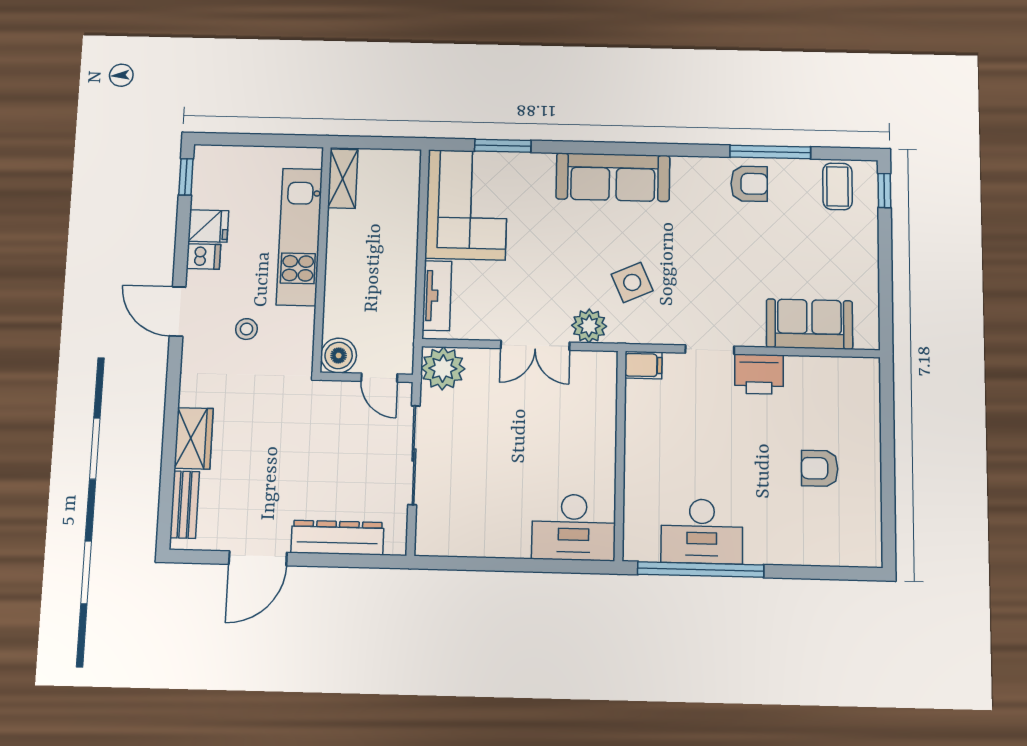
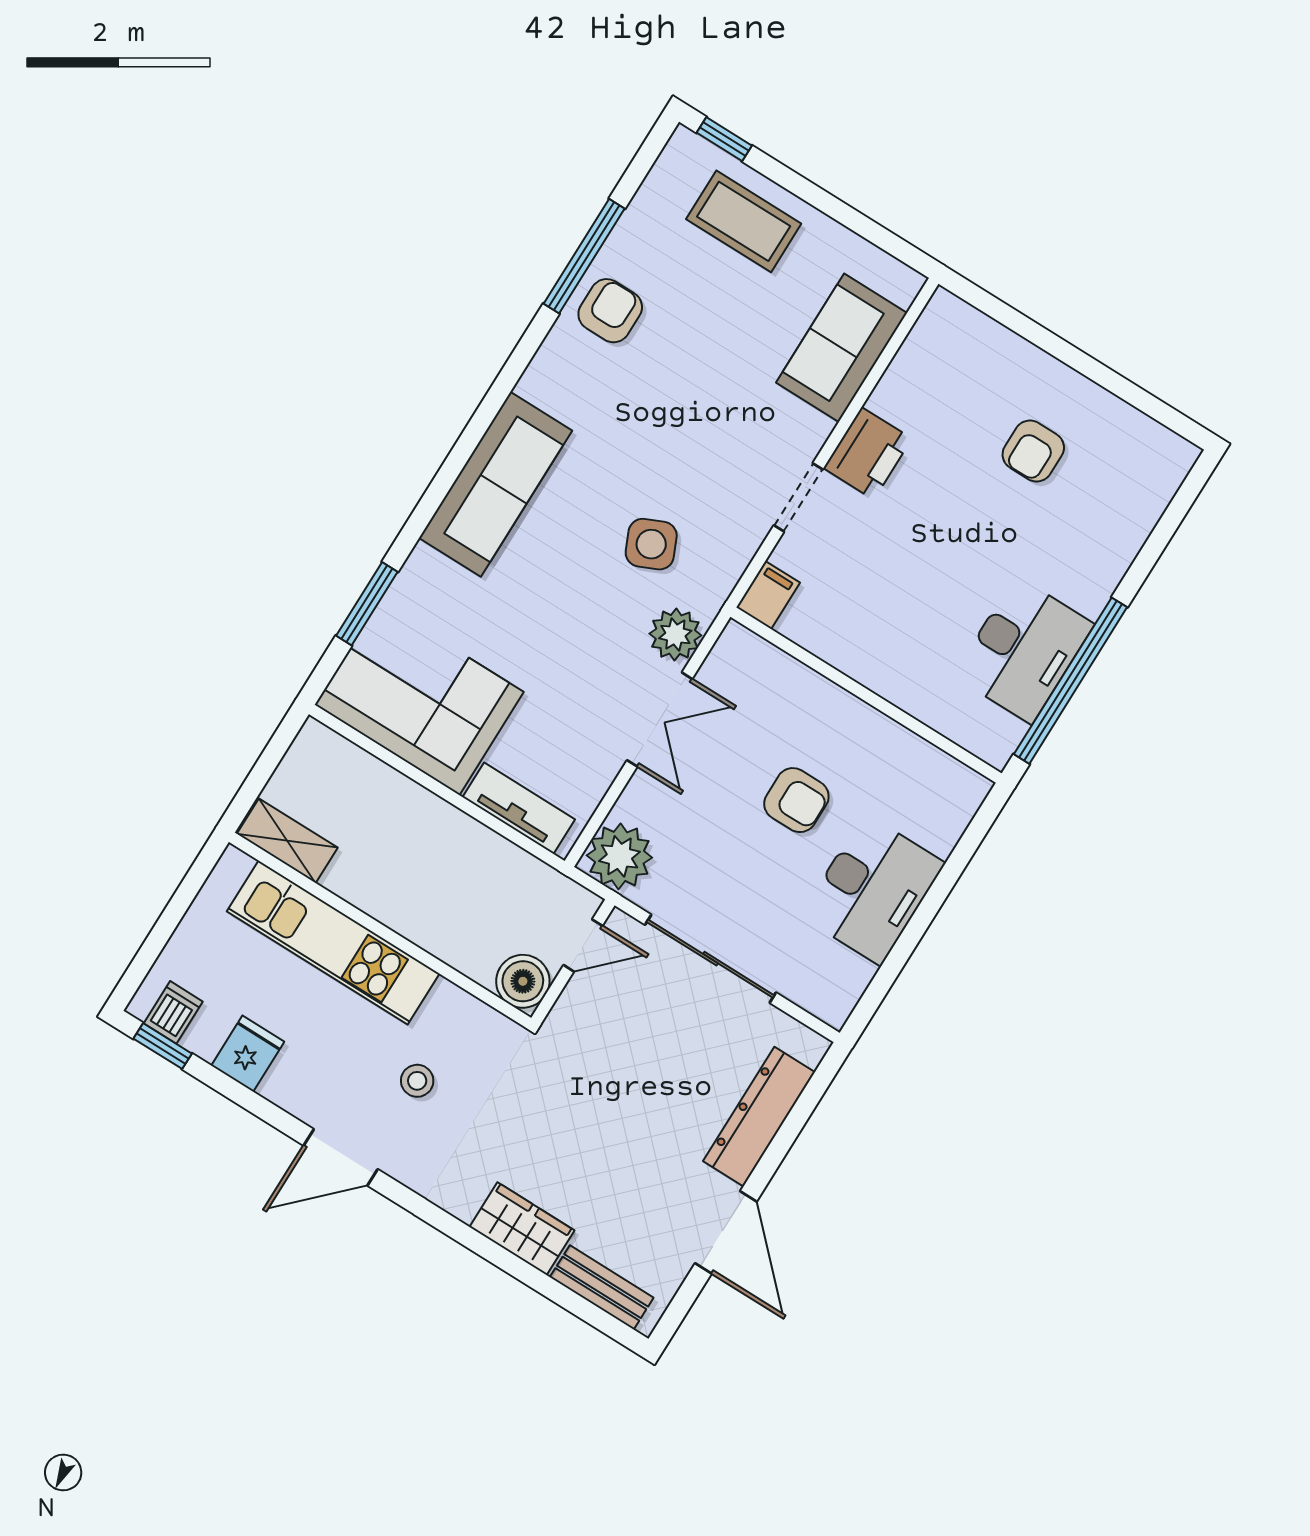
coffee table: (837, 186) -> (744, 221), moved, width x1.36, depth x1.30
dishwasher: (203, 257) -> (173, 1012), moved
armchair: (535, 451) -> (796, 800), added
desk: (574, 527) -> (873, 889), moved

